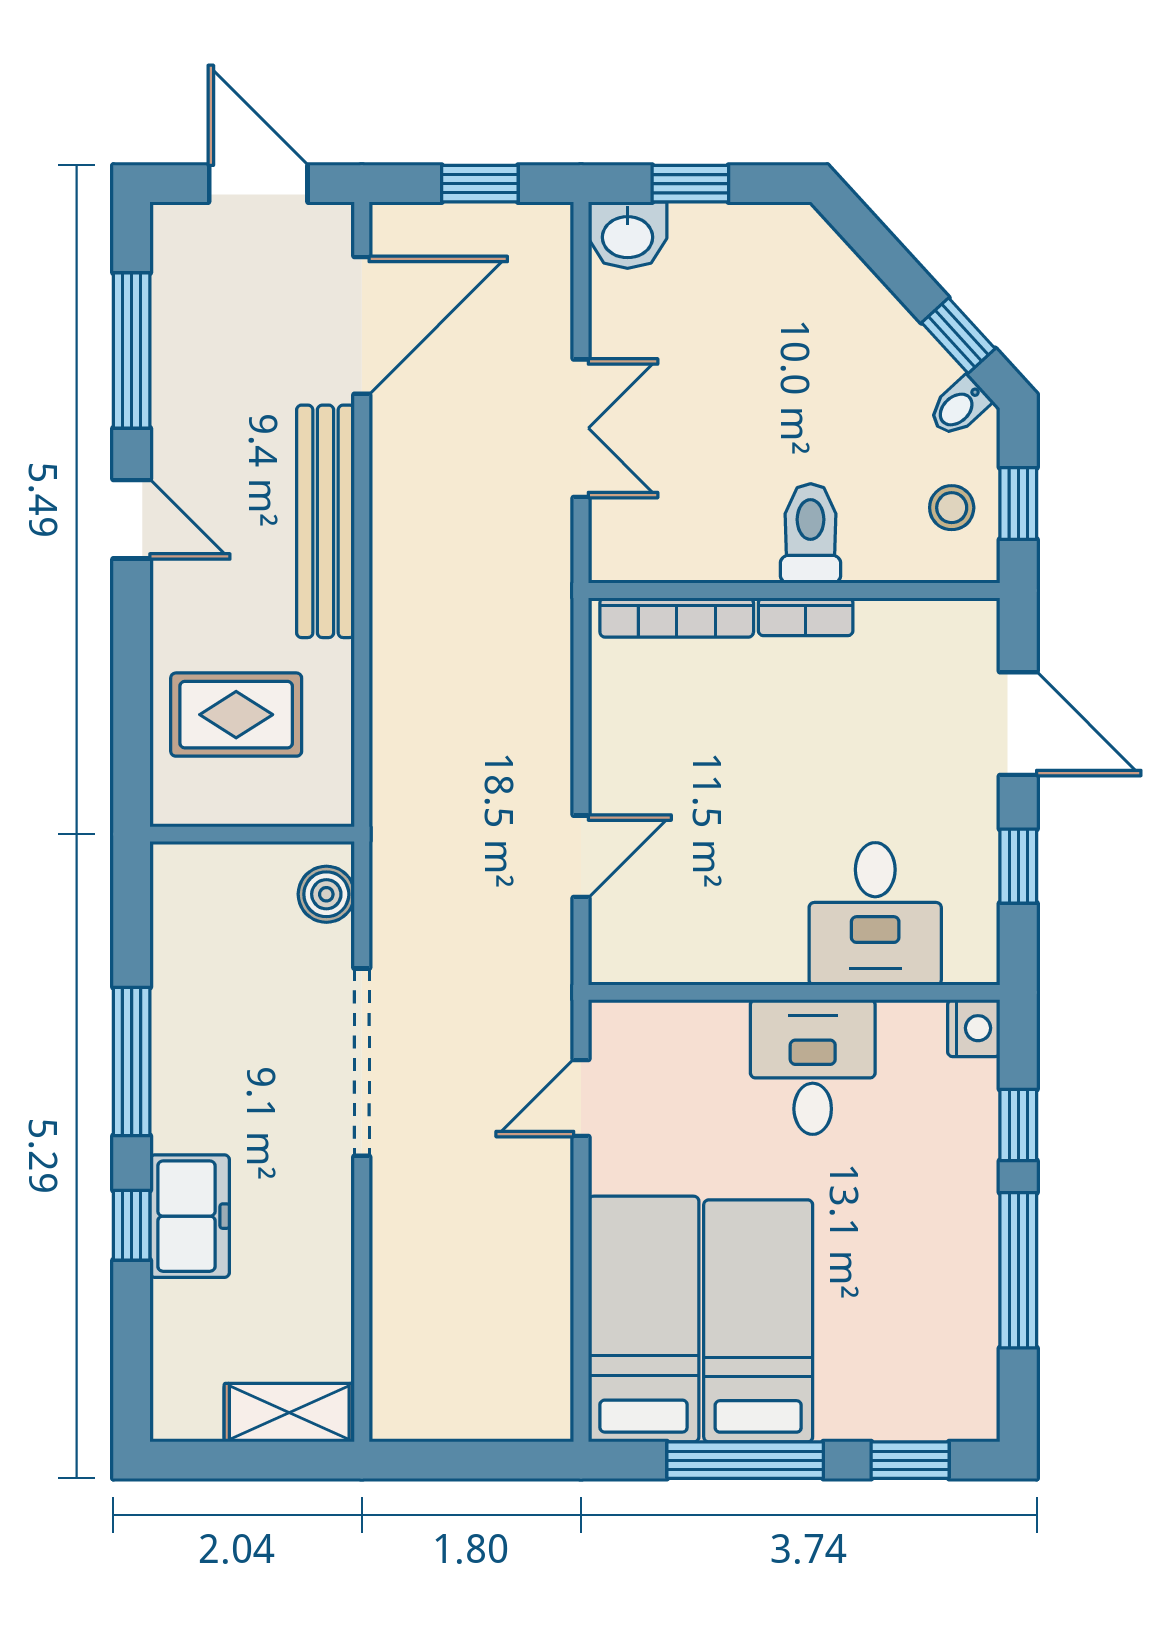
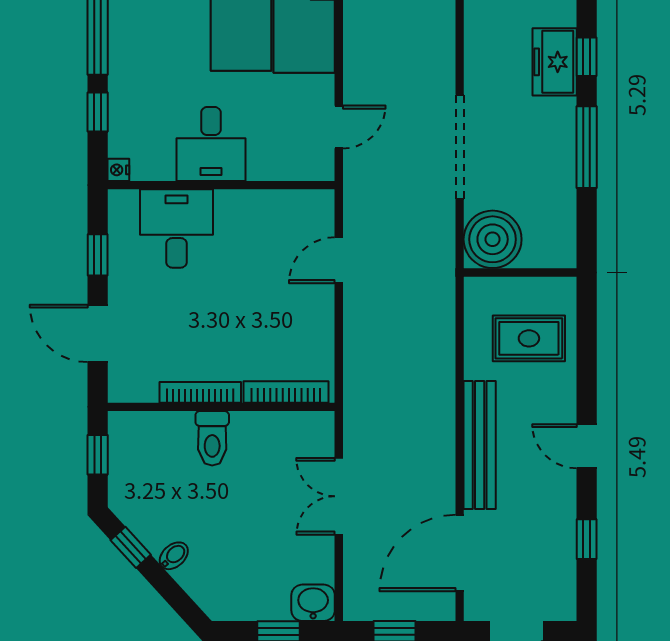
window: (132, 351) -> (587, 539), width x0.46
bidet: (959, 407) -> (174, 556), moved
stool: (952, 508) -> (134, 453), removed
bookcase: (806, 617) -> (200, 392), width x1.56
boiler: (326, 894) -> (493, 239), width x1.86, depth x1.86
nightstand: (974, 1028) -> (118, 170), width x0.72, depth x0.74

